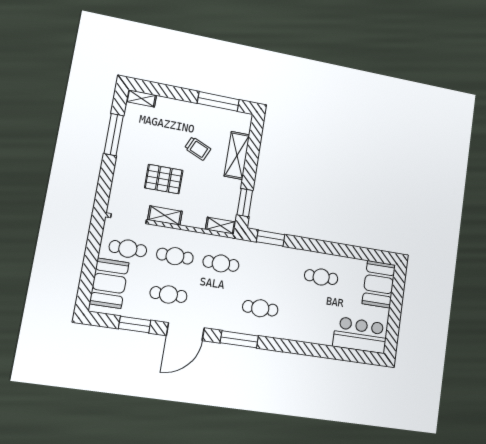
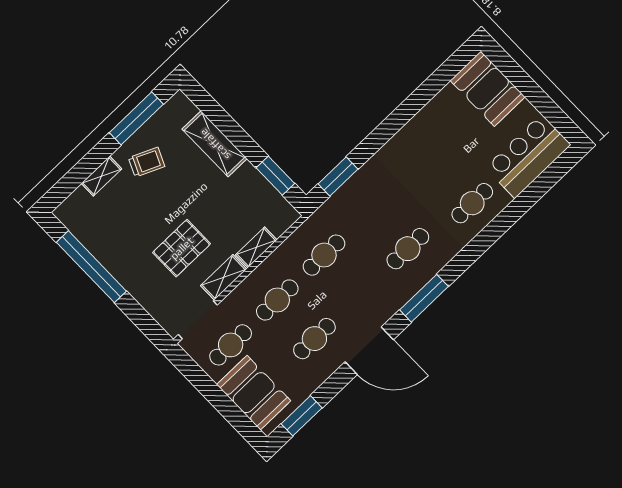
shelving: (141, 98) -> (101, 176), moved
window: (114, 135) -> (91, 267), width x1.46
trolley: (198, 148) -> (147, 162), moved
shelving: (220, 226) -> (256, 247), moved
cafe table: (321, 277) -> (472, 203), moved
window: (135, 325) -> (302, 416), moved
door: (185, 332) -> (369, 351), hinge flipped

